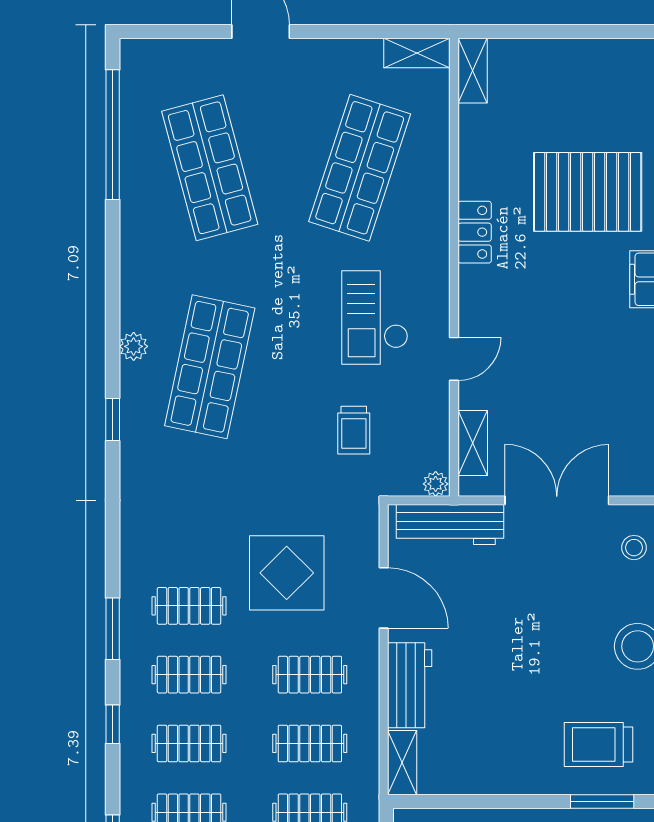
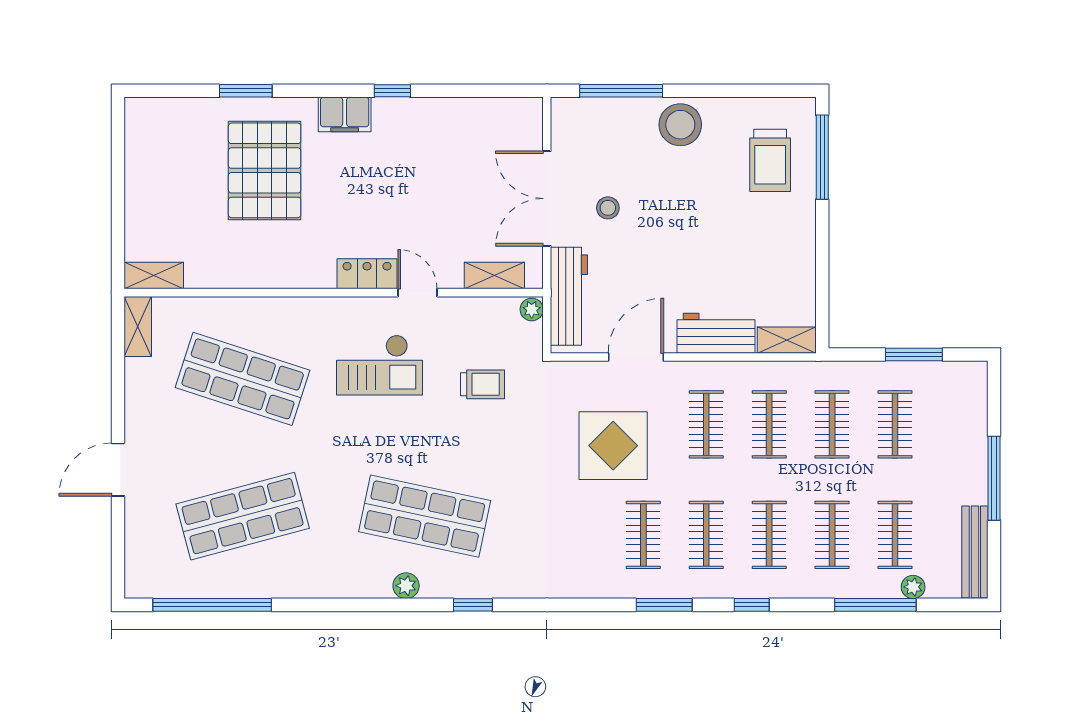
locker: (475, 232) -> (367, 274), moved
stool: (634, 548) -> (608, 208), moved
window: (602, 801) -> (822, 157), width x1.44

